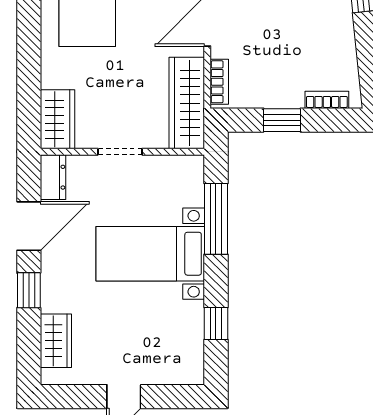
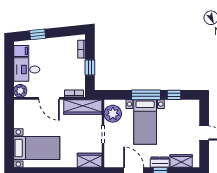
plant: (170, 175) -> (113, 114), added
dresser: (53, 177) -> (160, 162), moved
window: (216, 219) -> (146, 95), moved

